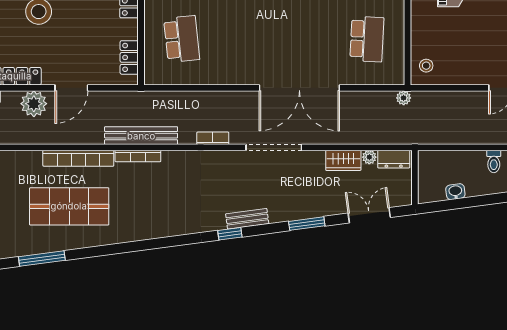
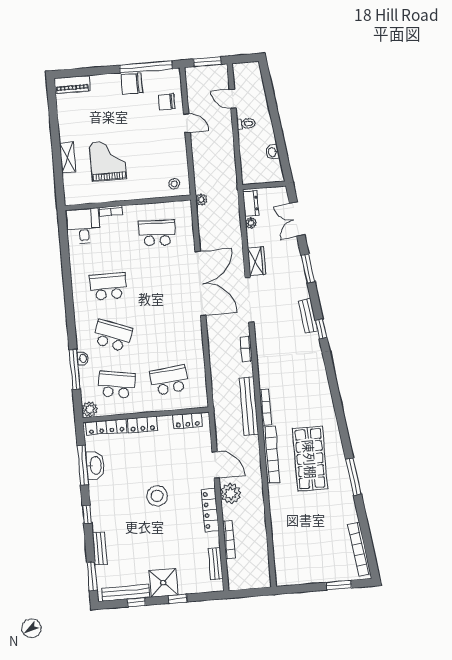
wardrobe: (343, 160) -> (257, 261), moved

